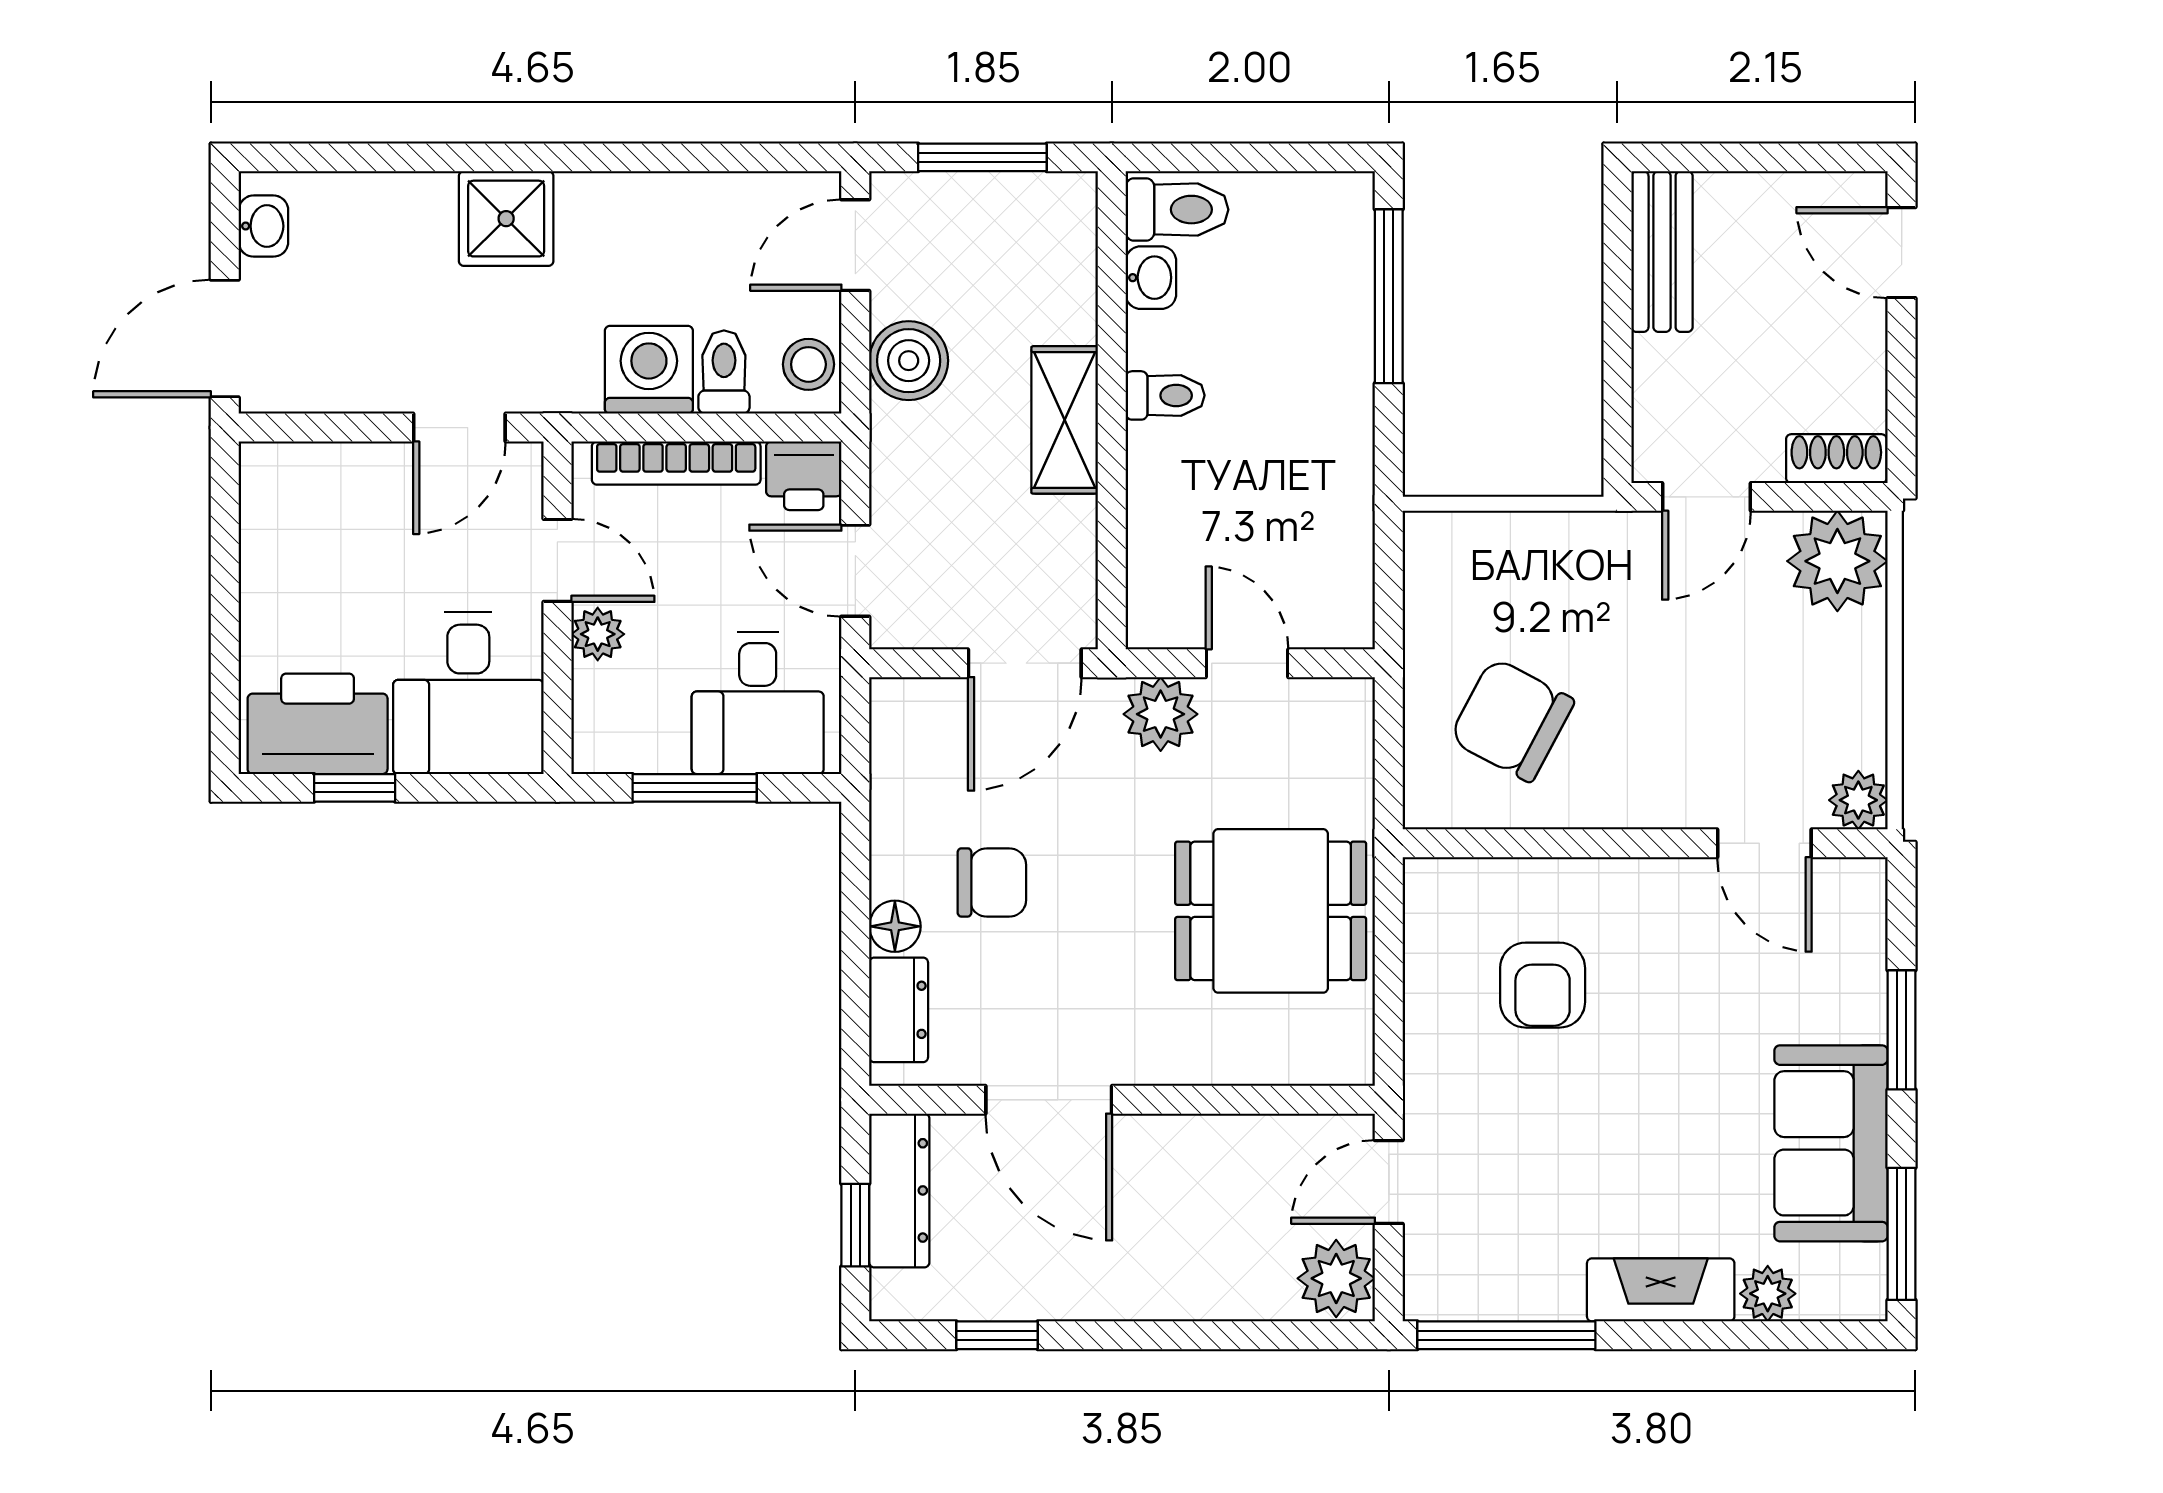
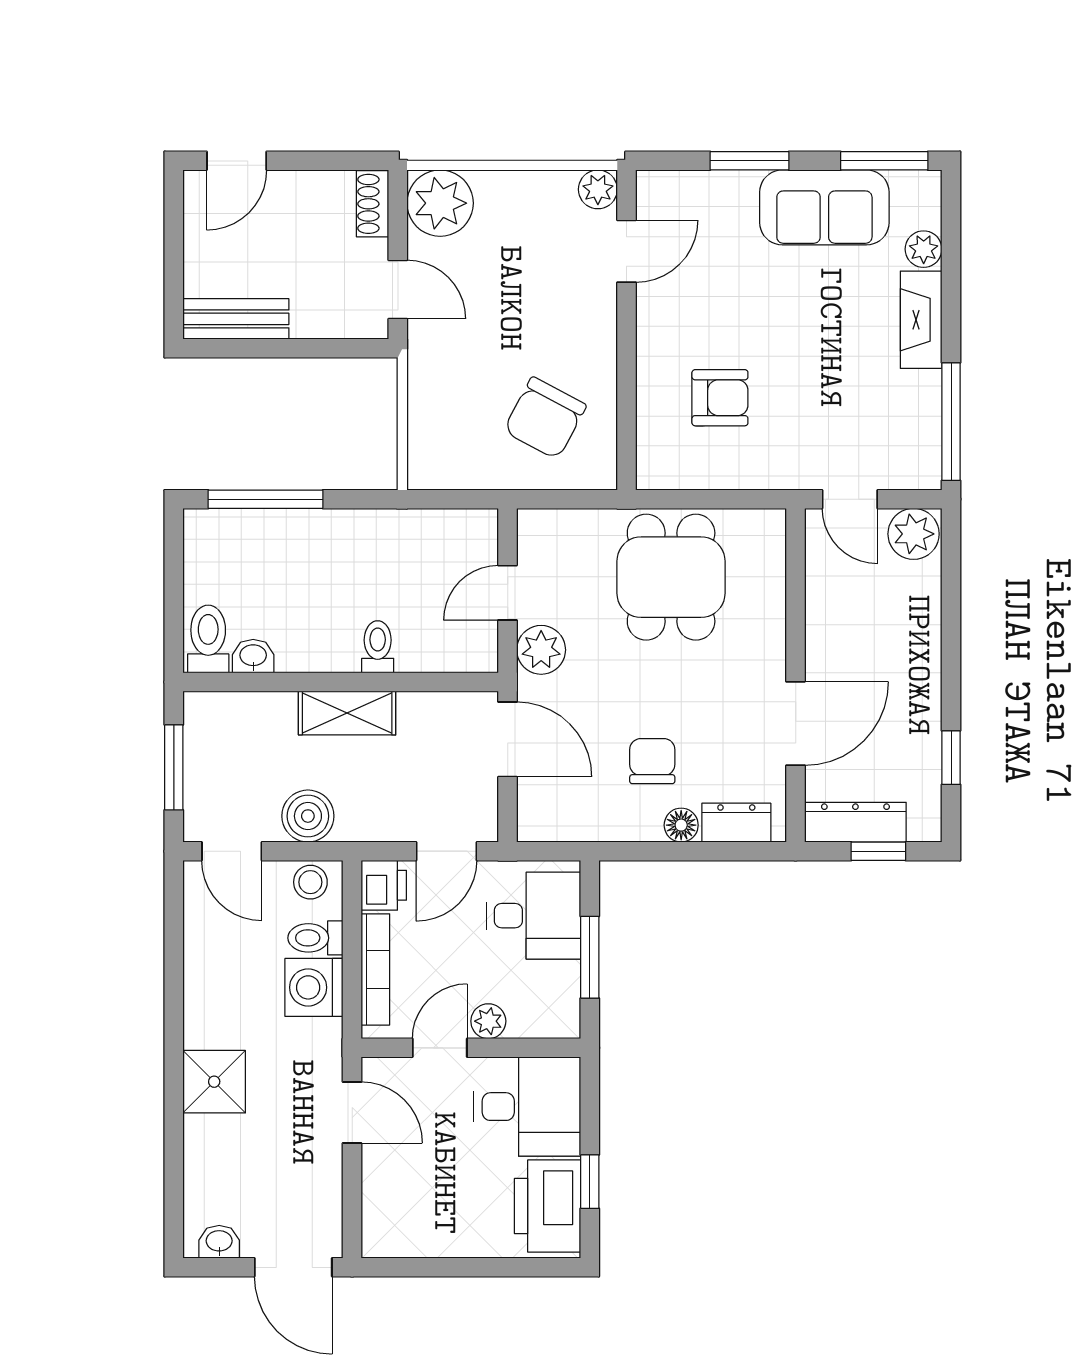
toilet: (1165, 395) -> (378, 647), moved

